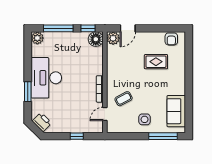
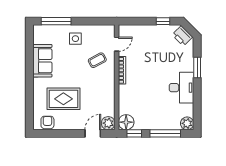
rug: (156, 62) -> (63, 99), width x1.36, depth x1.43
desk: (46, 78) -> (181, 88), width x0.73, depth x0.77
sofa: (176, 111) -> (42, 61), moved
window: (77, 136) -> (163, 21), moved

